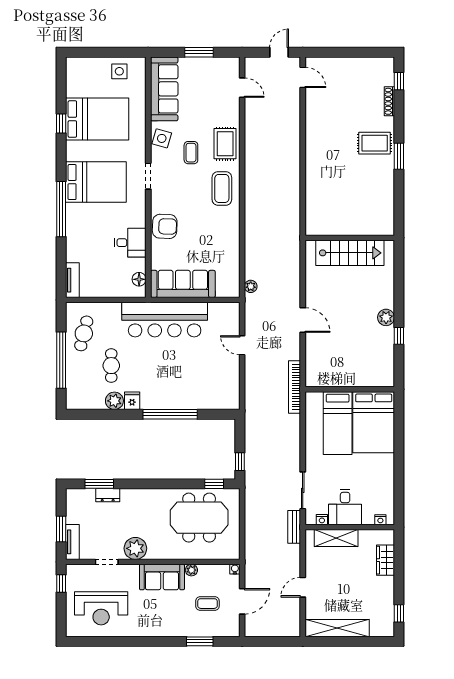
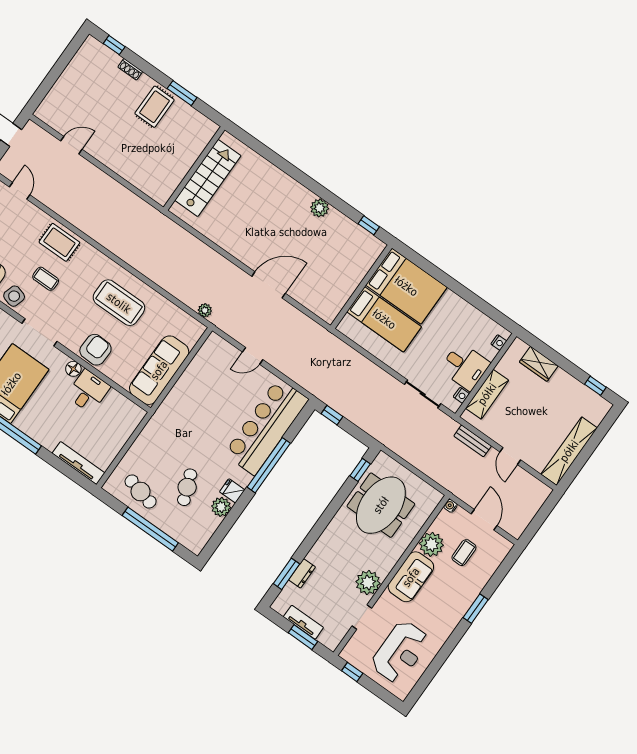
door: (303, 77) -> (71, 145), moved
door: (242, 88) -> (20, 191), hinge flipped
shoe rack: (389, 101) -> (130, 69), width x0.70
doorway: (148, 176) -> (39, 332), width x1.38
coffee table: (222, 188) -> (119, 303), moved, width x1.36, depth x1.32
wall: (350, 238) -> (194, 168), moved
stairs: (350, 253) -> (208, 178), moved
floor lamp: (139, 279) -> (73, 369), moved
tv unit: (72, 280) -> (79, 463), width x1.41
bar counter: (165, 320) -> (266, 427), moved, turned 180
door: (303, 320) -> (269, 285), width x1.36
window: (399, 336) -> (369, 225), moved
cafe table: (111, 366) -> (187, 487), turned 69
bookcase: (295, 387) -> (324, 335), removed
window: (240, 462) -> (332, 415), moved
bench: (294, 527) -> (473, 441), moved
tv unit: (72, 542) -> (303, 622), moved
plant: (191, 570) -> (431, 544), width x1.88, depth x1.88
window: (200, 641) -> (476, 609), moved

